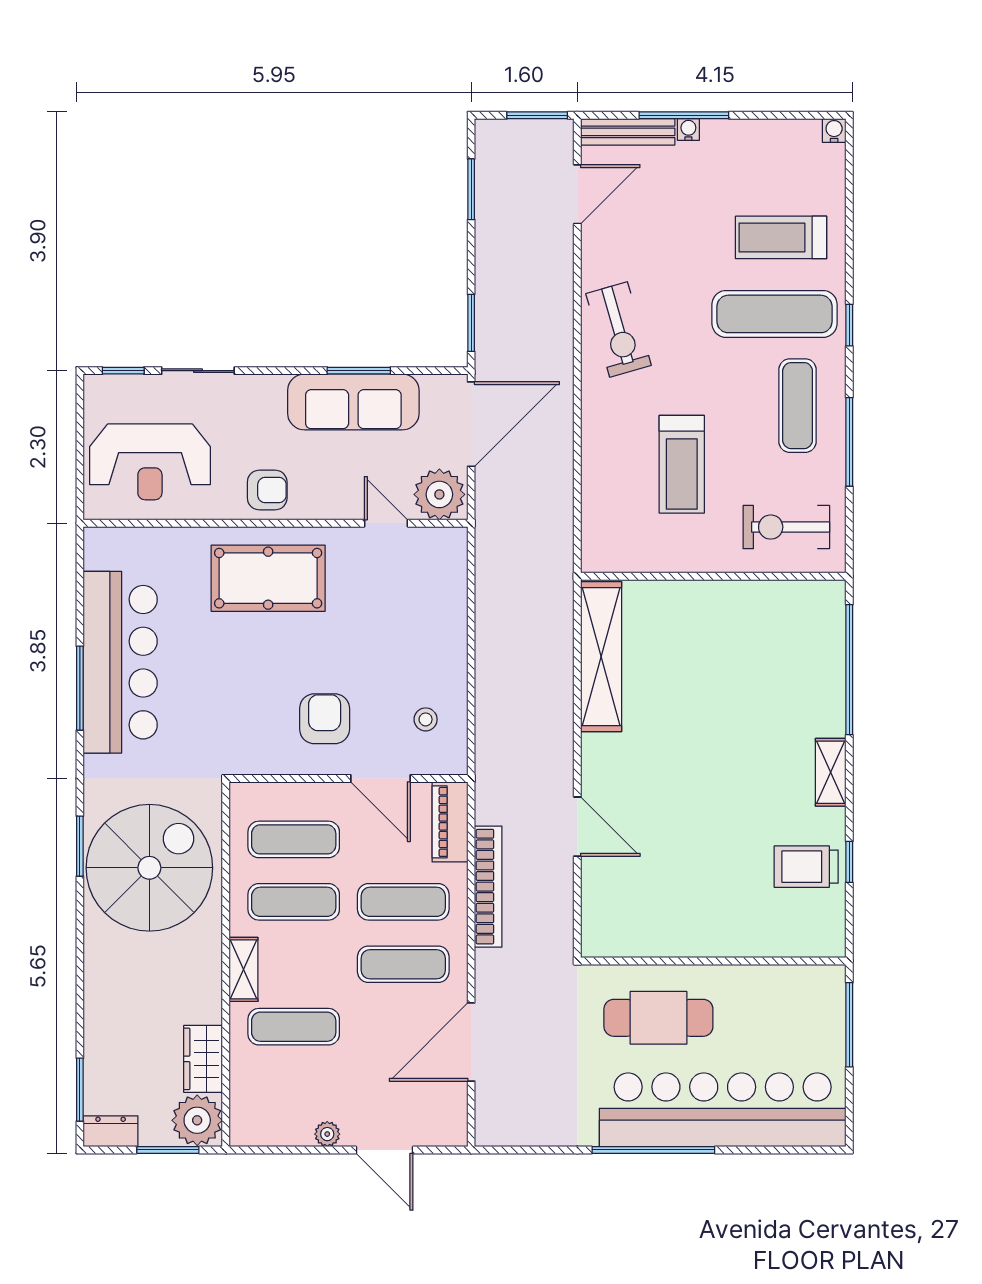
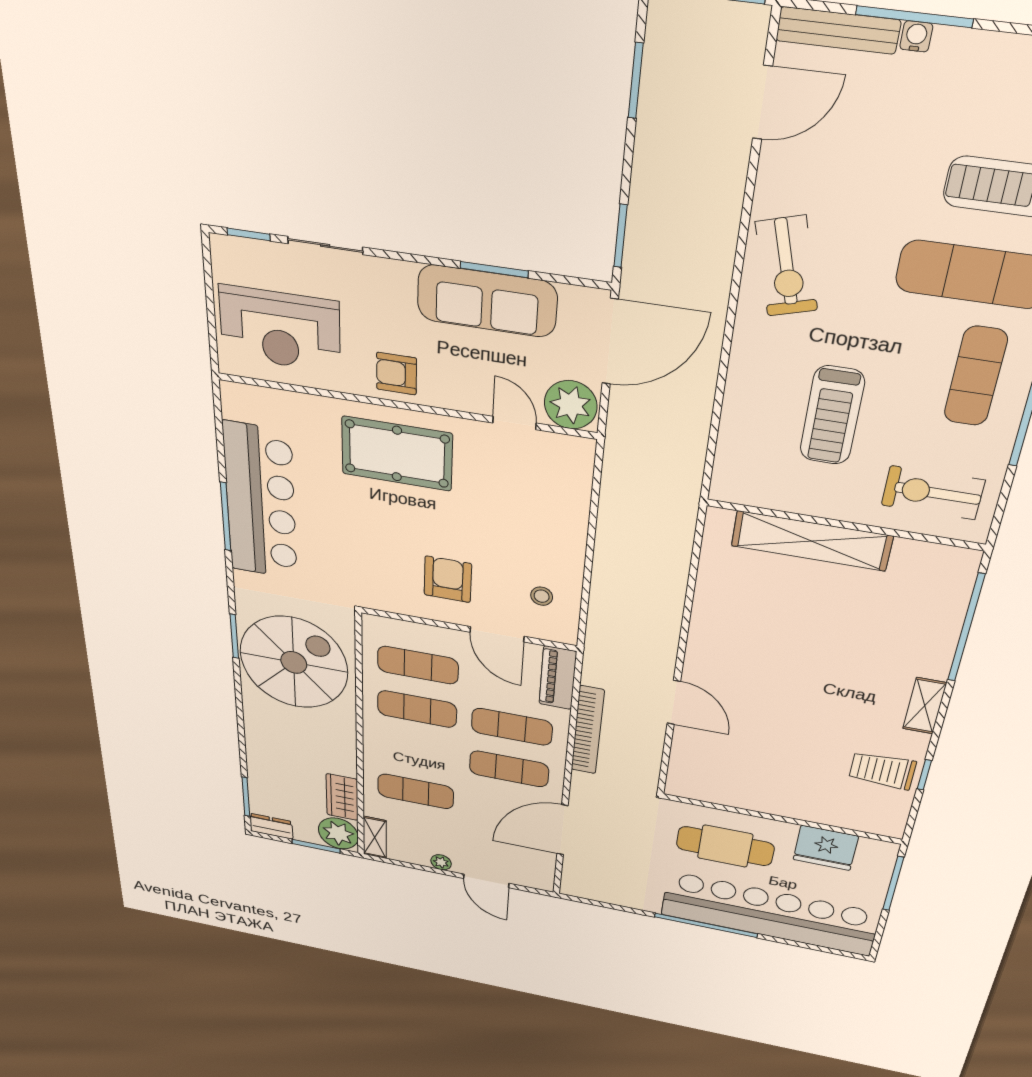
armchair: (267, 490) -> (396, 374), turned 180
shelving: (601, 657) -> (811, 541), moved, turned 90
shelving: (243, 969) -> (375, 837), moved
fridge: (768, 991) -> (826, 848), added

